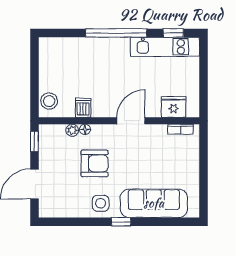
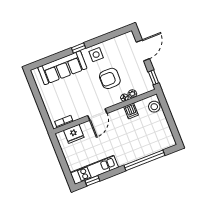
window: (116, 33) -> (144, 160), moved

